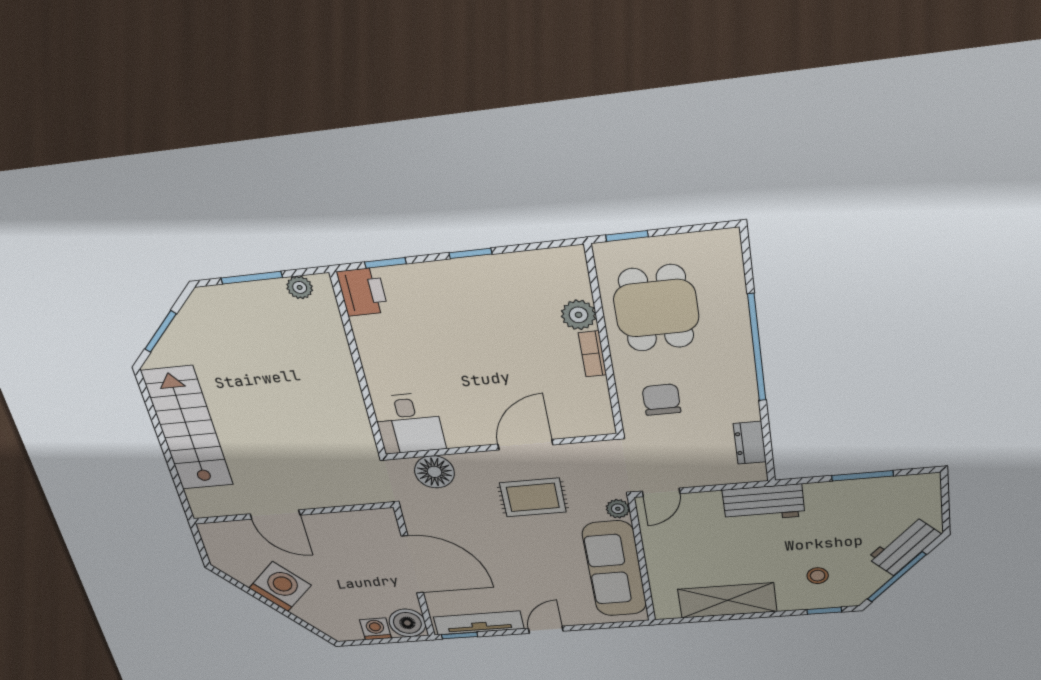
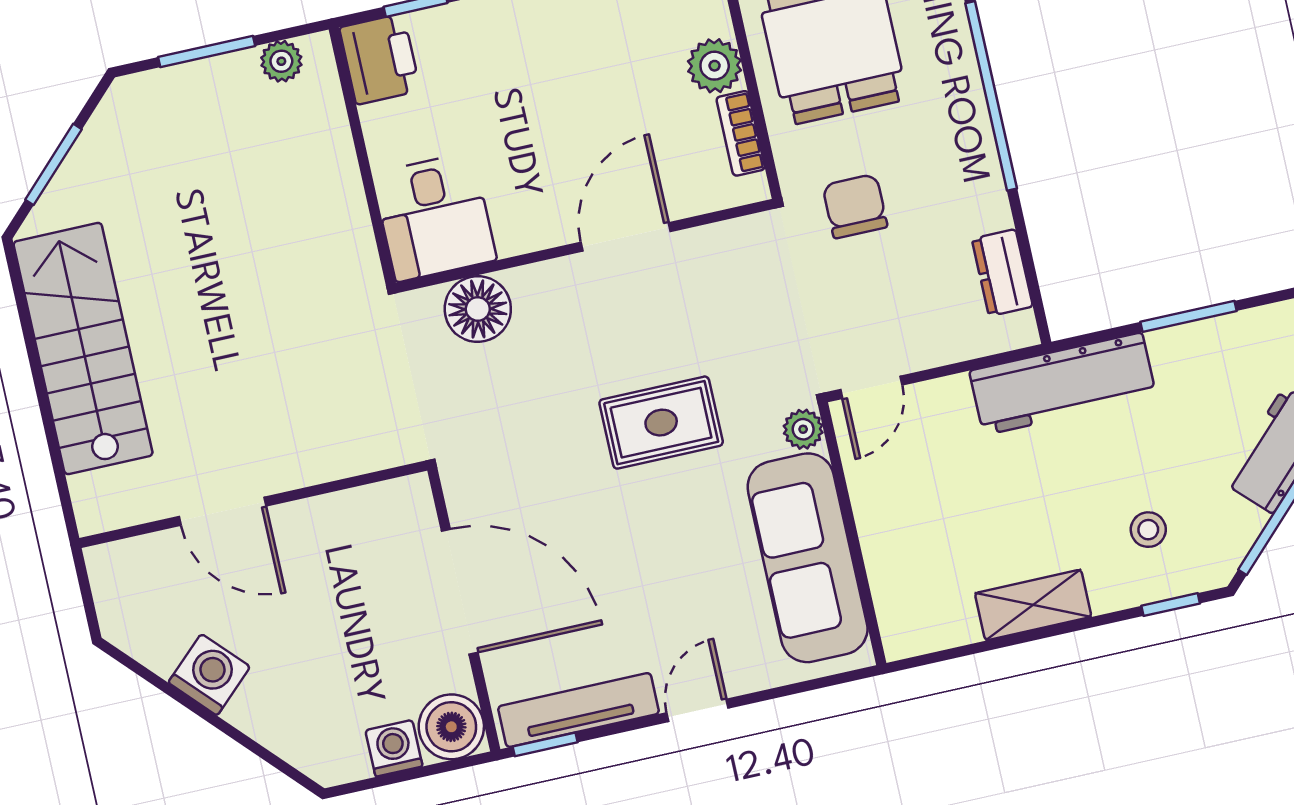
desk: (409, 424) -> (434, 217), moved
door: (525, 445) -> (626, 237), moved
wall: (500, 447) -> (585, 246), moved
floor lamp: (434, 472) -> (478, 309), moved
workbench: (763, 503) -> (1063, 384), width x1.37
washing machine: (280, 587) -> (209, 675), width x0.73, depth x0.73
shelving: (727, 600) -> (1033, 605), width x0.67, depth x0.75

